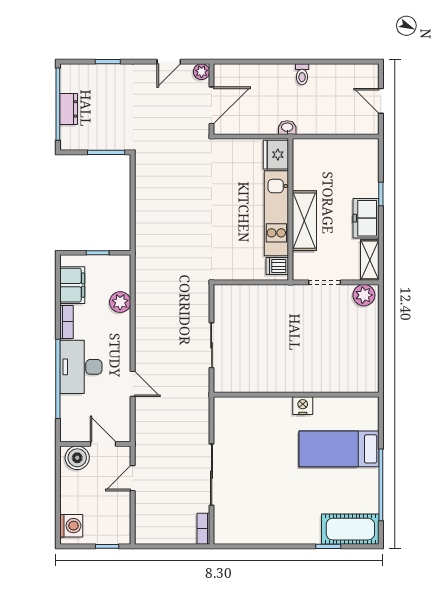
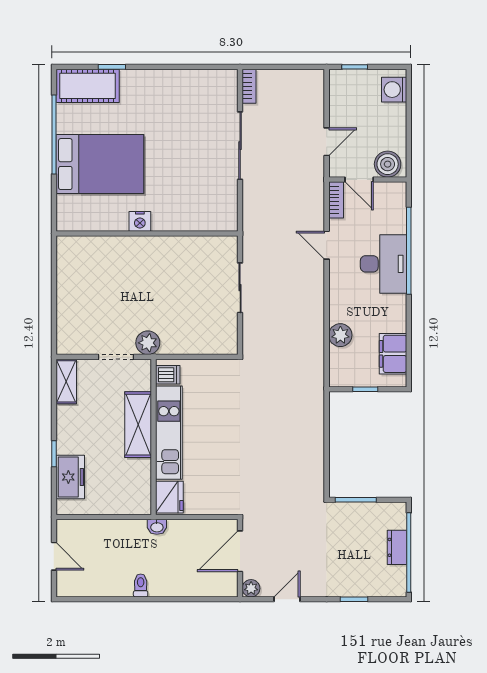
freezer: (366, 218) -> (70, 477), moved
plant: (364, 295) -> (148, 343), moved
bookcase: (66, 322) -> (336, 200), moved, turned 180
bed: (339, 449) -> (100, 164), width x1.50

